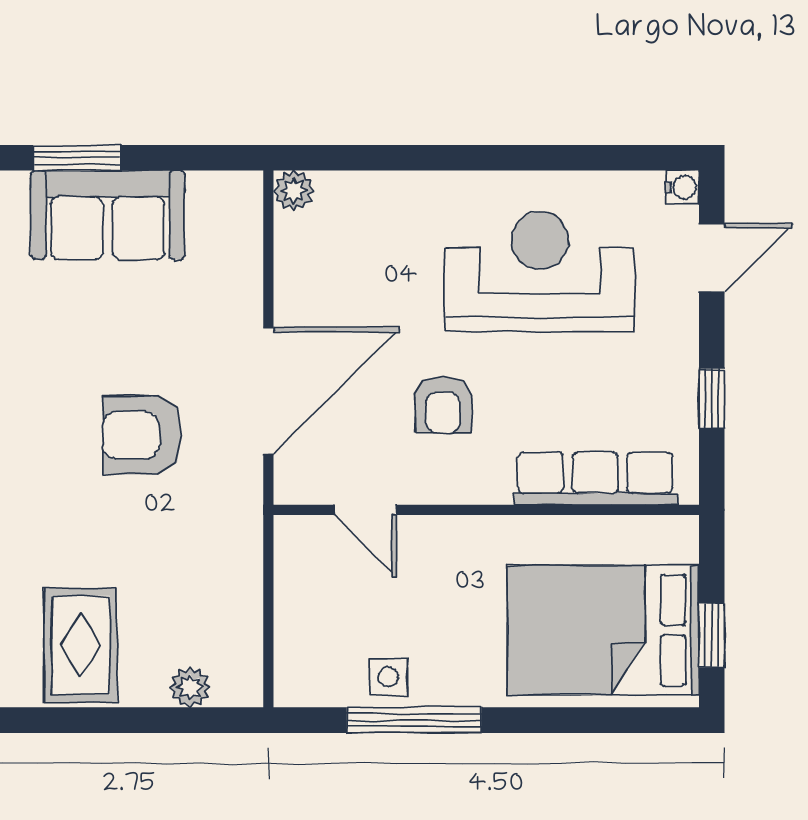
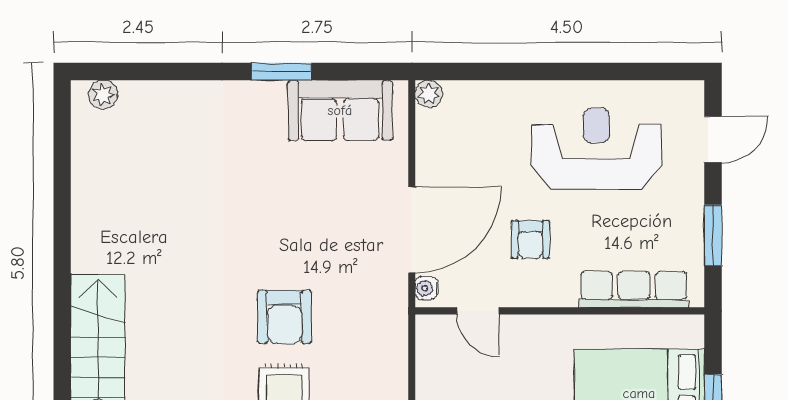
water cooler: (682, 187) -> (427, 288), moved, turned 180
sofa: (108, 215) -> (340, 110), moved
window: (712, 399) -> (713, 235), width x1.50
armchair: (142, 435) -> (284, 317), moved, turned -90

